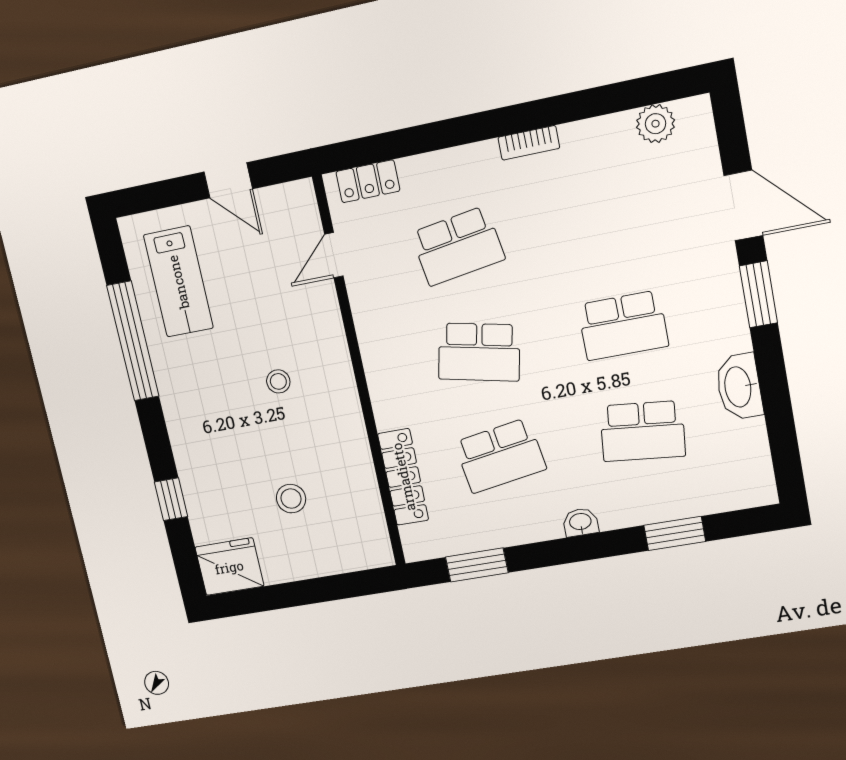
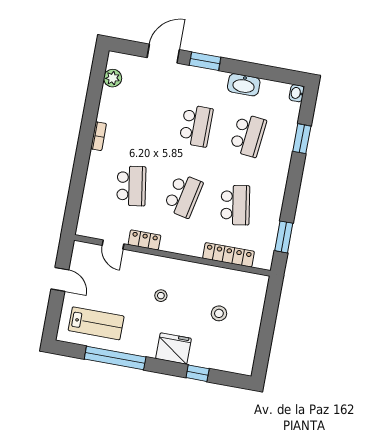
door: (228, 180) -> (60, 279), hinge flipped
locker: (368, 181) -> (144, 240), moved, turned -90
washbasin: (580, 522) -> (297, 93), moved
fridge: (229, 567) -> (174, 348), moved, turned 90

